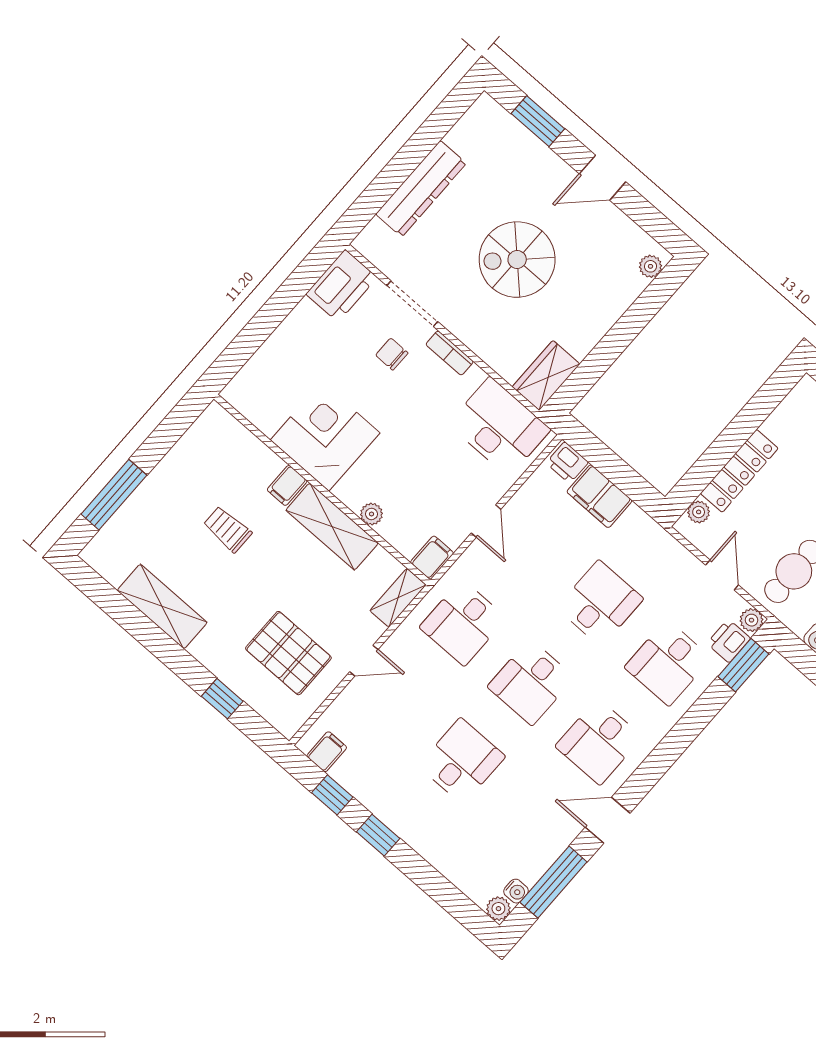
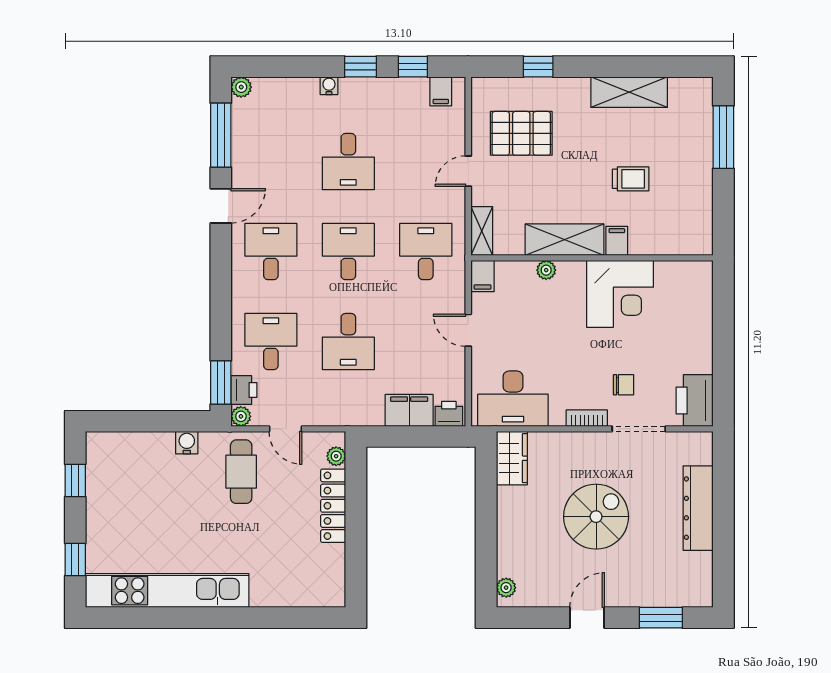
water cooler: (516, 891) -> (329, 86), moved, turned 90

